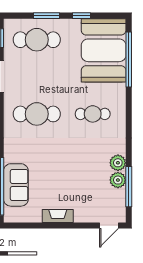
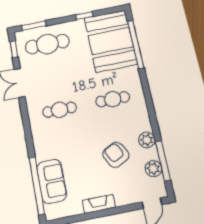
window: (47, 16) -> (34, 26), moved
cafe table: (37, 114) -> (60, 110), width x0.73, depth x0.74
armchair: (84, 171) -> (116, 155), added
plant: (118, 180) -> (153, 169), moved

